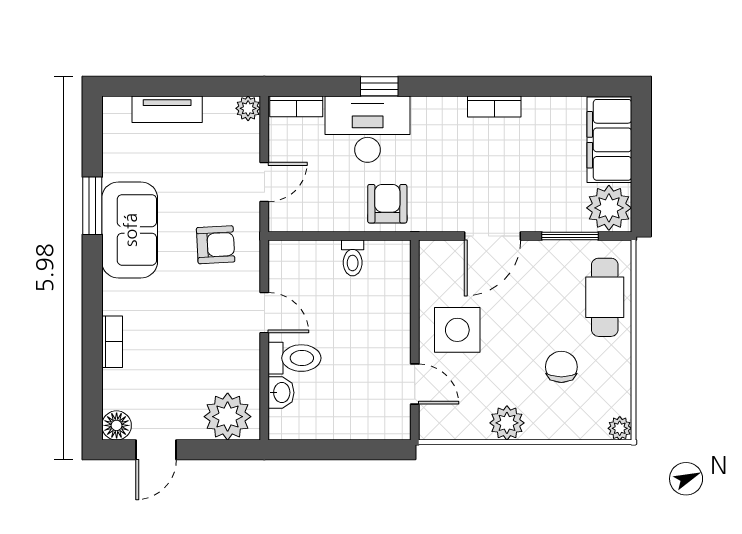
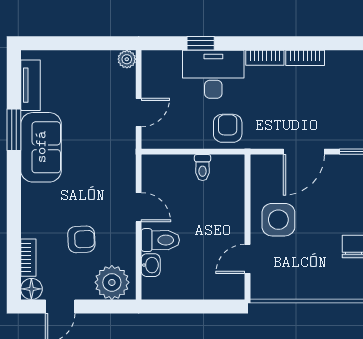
window: (379, 86) -> (201, 43), moved
bookcase: (296, 106) -> (265, 58), moved
tv unit: (167, 109) -> (30, 85), moved, turned -90
armchair: (216, 245) -> (81, 239), moved
bookcase: (112, 342) -> (28, 258), moved
door: (415, 384) -> (247, 259), swing flipped
plant: (507, 423) -> (314, 287), removed

